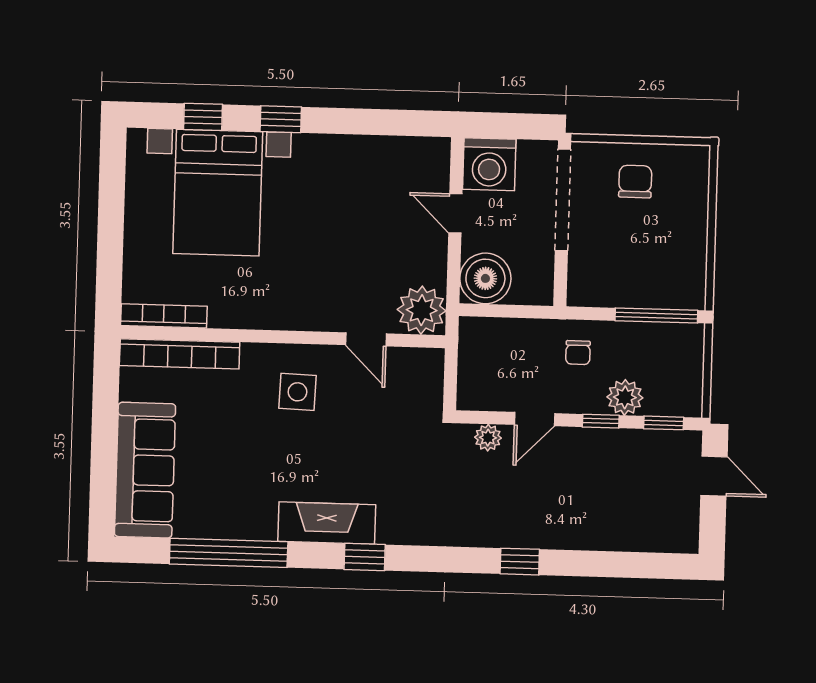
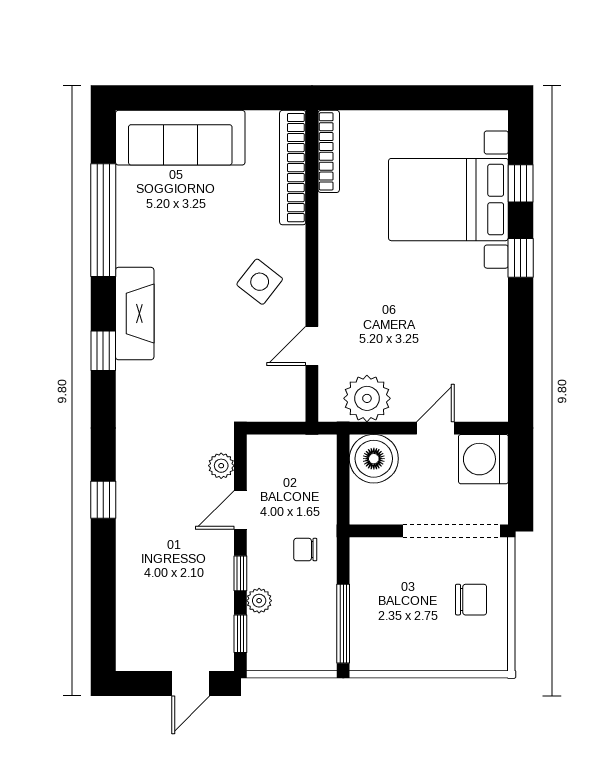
plant: (422, 310) -> (367, 398), moved
side table: (297, 392) -> (260, 282), turned 36
plant: (625, 397) -> (259, 601), width x0.73, depth x0.73
door: (535, 419) -> (240, 510), hinge flipped

